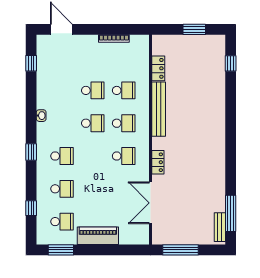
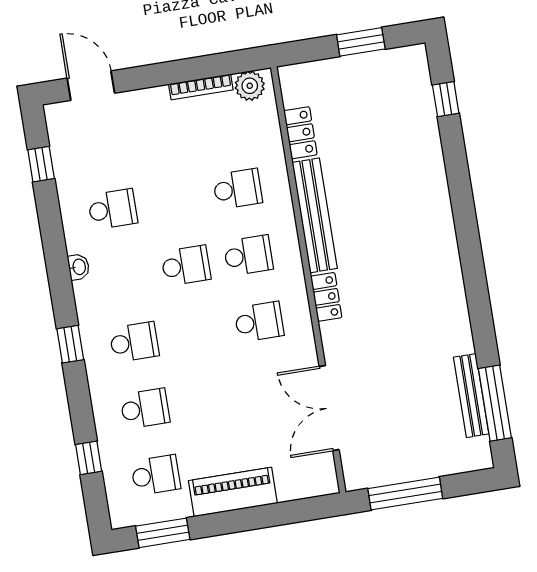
plant: (137, 42) -> (250, 86), added
school desk: (93, 90) -> (113, 209), moved
locker: (158, 162) -> (326, 297), moved
bench: (220, 227) -> (471, 396), moved, width x1.36

